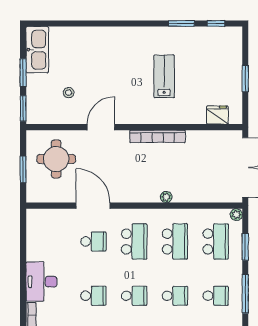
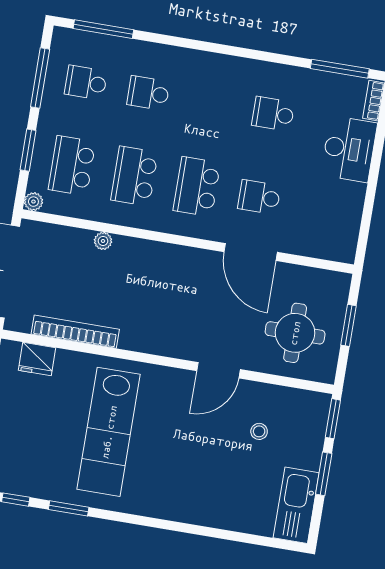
lab bench: (164, 76) -> (109, 432), width x1.86, depth x1.39
bookcase: (157, 136) -> (75, 332), moved
plant: (166, 197) -> (103, 241), moved
school desk: (134, 296) -> (211, 103), removed

